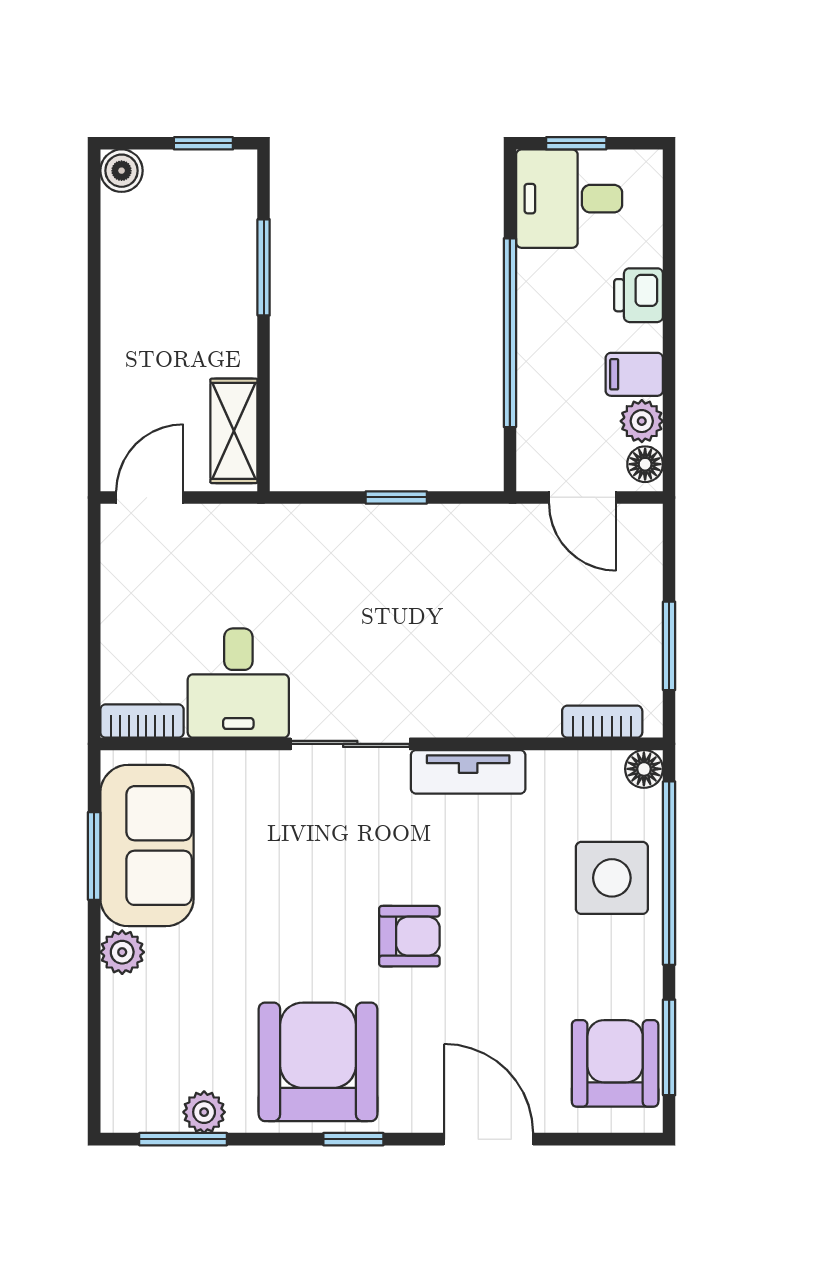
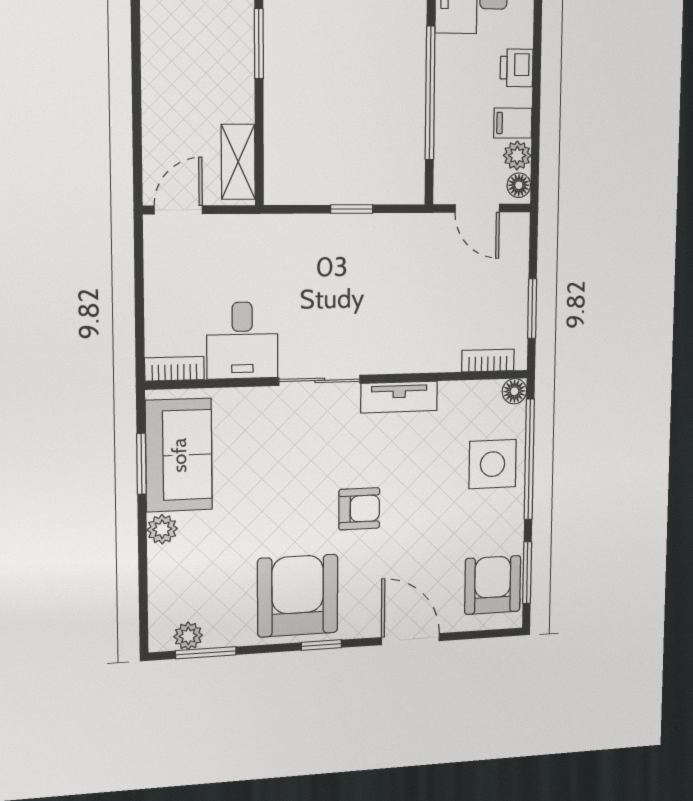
plant: (204, 1112) -> (188, 636), moved

